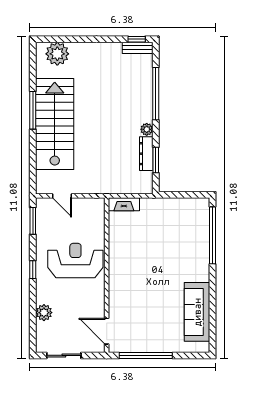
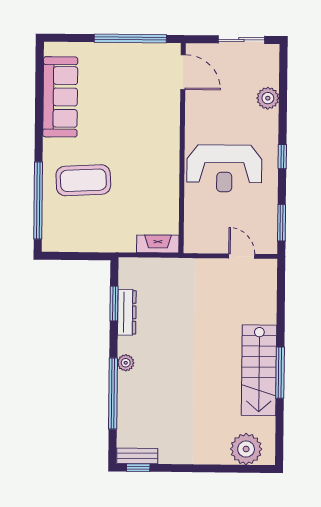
stairs: (55, 124) -> (259, 370), width x0.73, depth x0.66
plant: (147, 129) -> (126, 363), moved
coffee table: (179, 251) -> (83, 180), added

